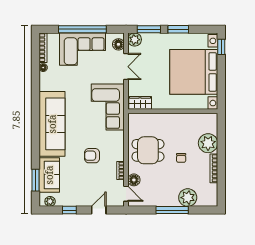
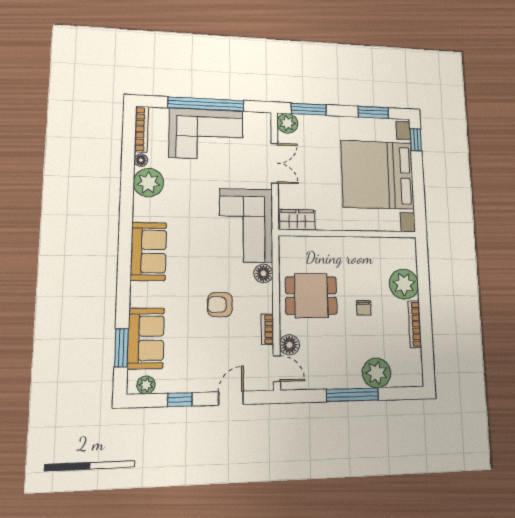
window: (178, 29) -> (373, 112), moved
floor lamp: (118, 44) -> (263, 273), moved
plant: (48, 82) -> (148, 183), added
sofa: (52, 124) -> (148, 251), width x0.54, depth x0.79

